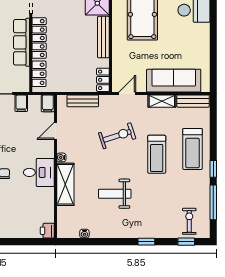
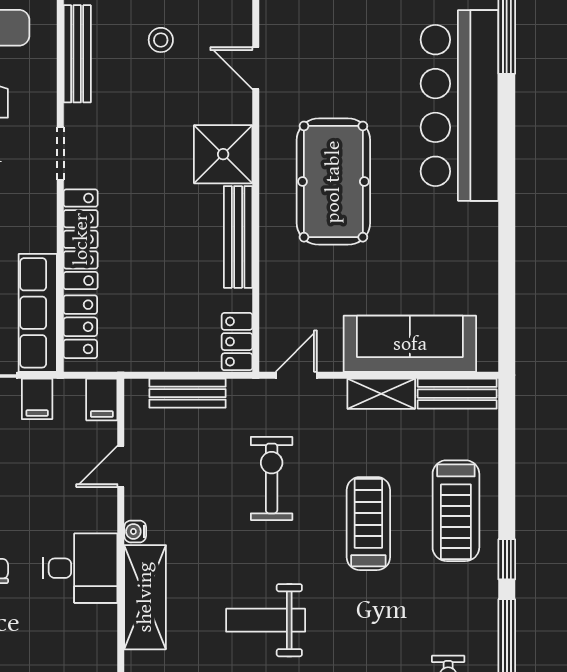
row of seats: (22, 42) -> (38, 313), moved
exercise bike: (117, 136) -> (272, 478), turned -72
treadmill: (157, 154) -> (368, 524), turned 180

